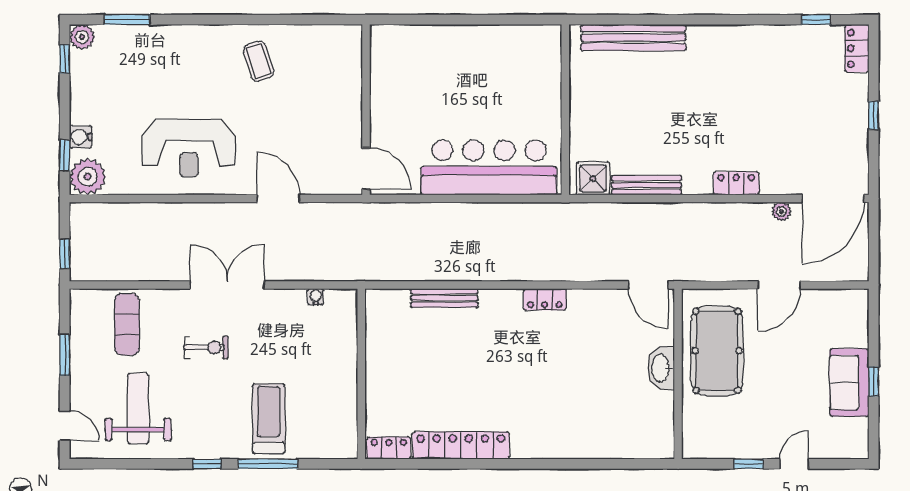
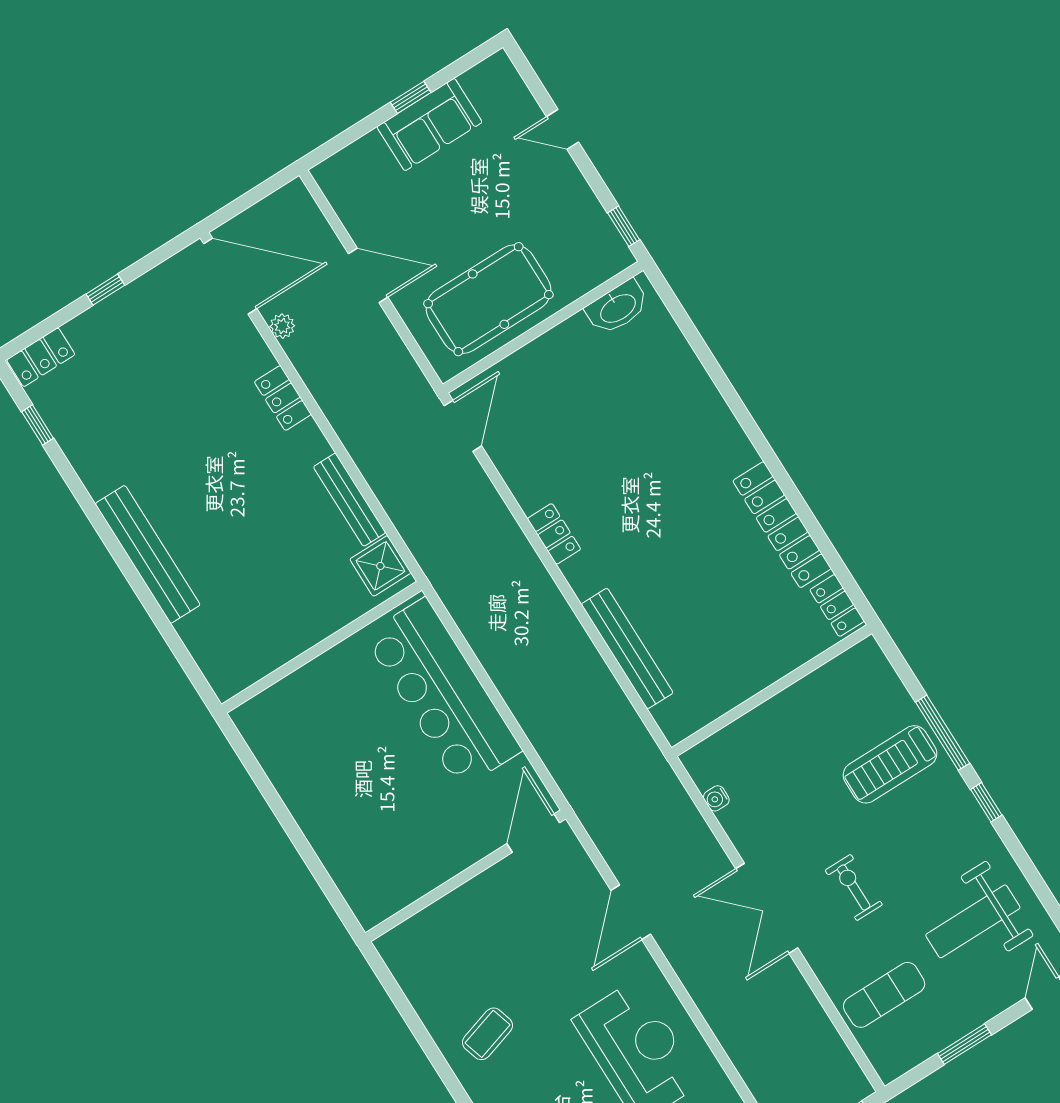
bench: (633, 38) -> (148, 554), moved
bench: (444, 298) -> (627, 648), width x1.37, depth x1.21
washbasin: (661, 368) -> (617, 308), moved
window: (749, 464) -> (624, 226), moved

